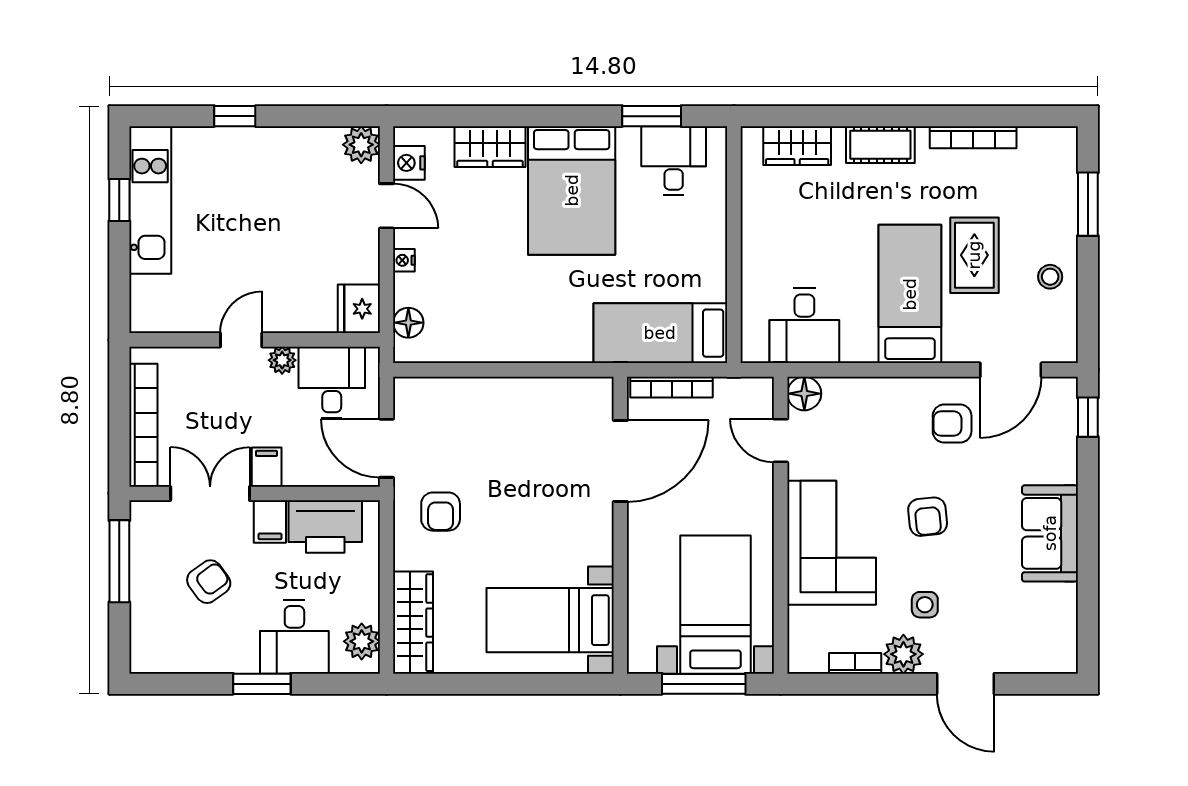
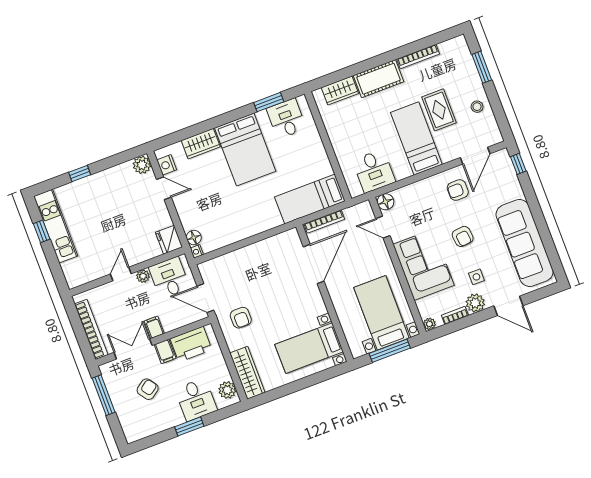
cot: (880, 145) -> (378, 79), width x1.37, depth x1.34
nightstand: (404, 260) -> (197, 251), moved
sofa: (1050, 533) -> (525, 243), width x1.85, depth x1.27
plant: (800, 661) -> (429, 324), added

